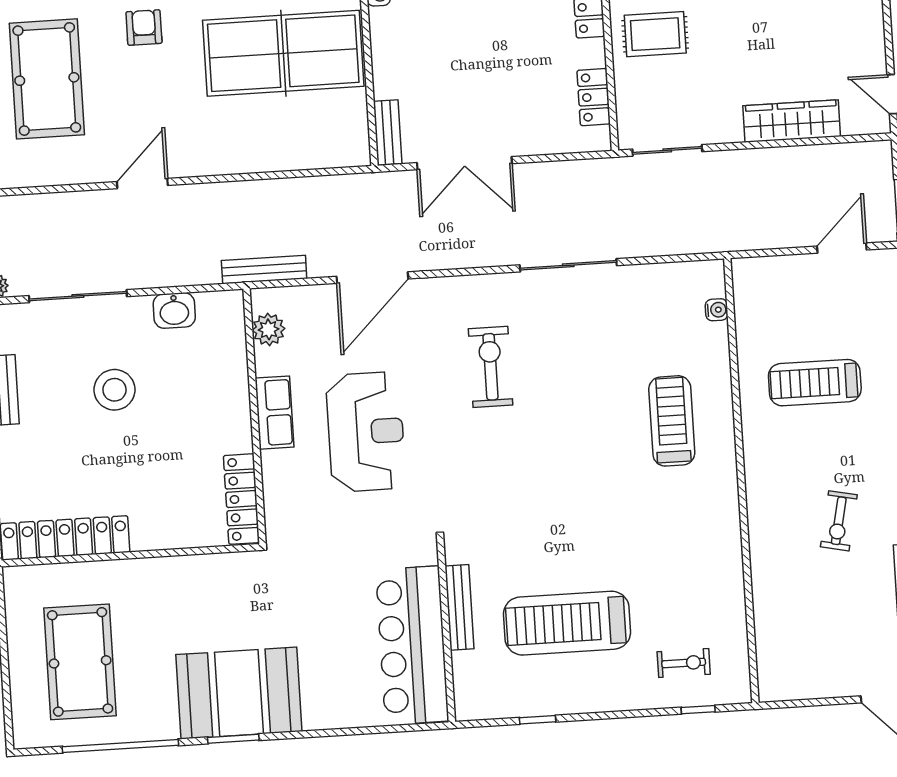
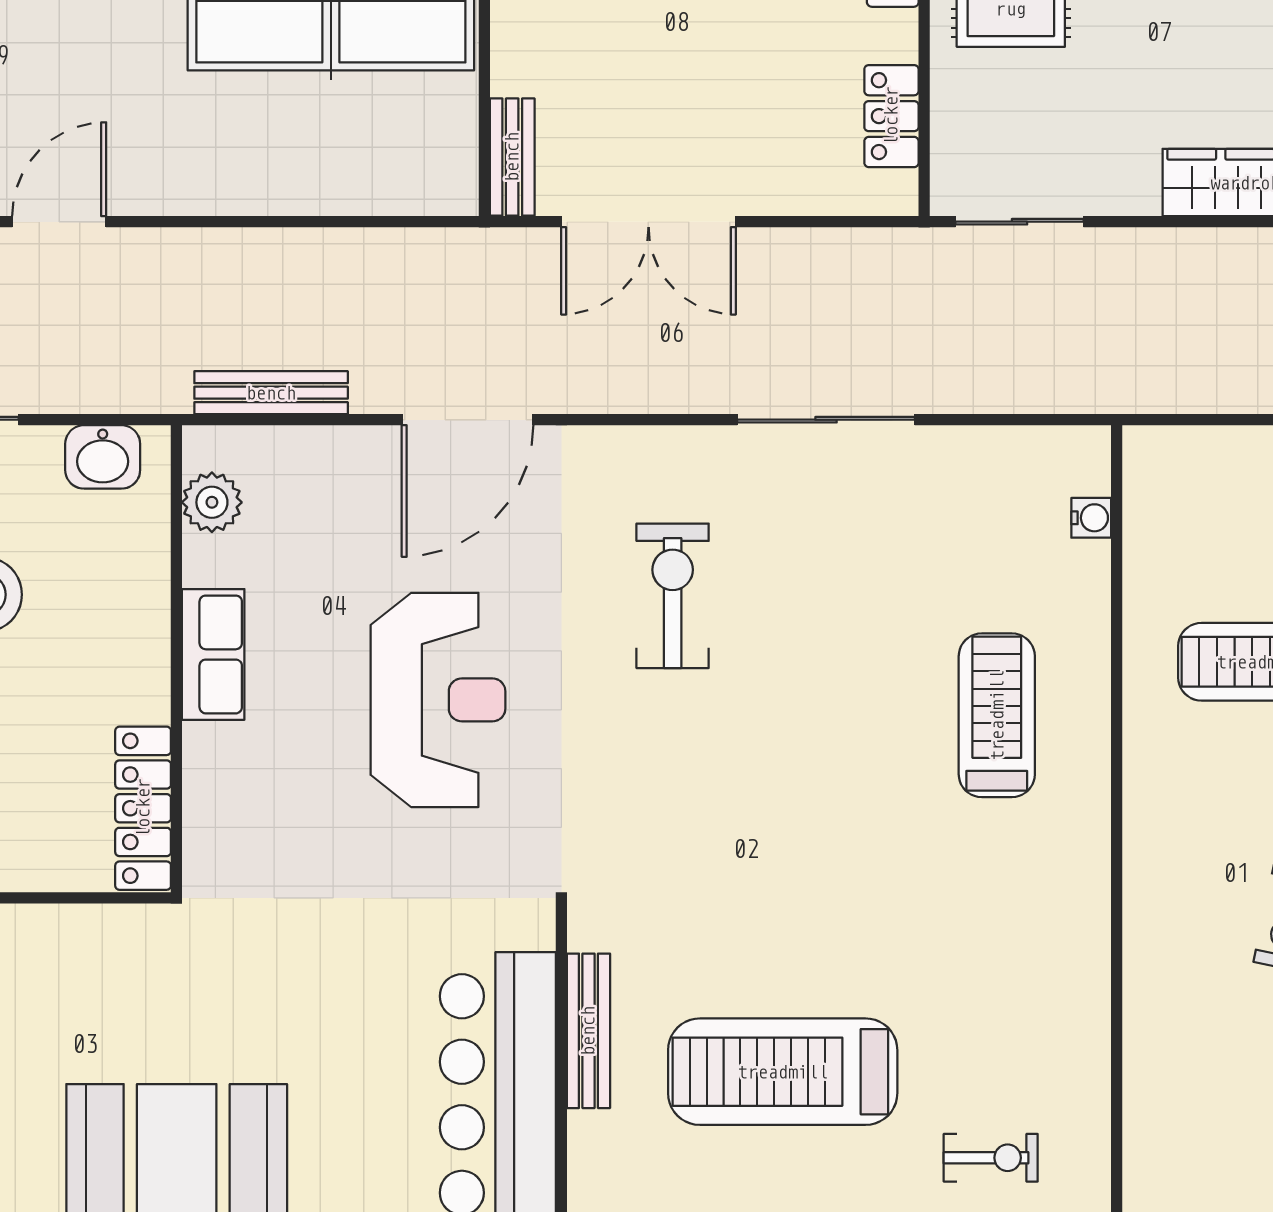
plant: (269, 329) -> (212, 502), moved
row of seats: (274, 413) -> (213, 654), moved
wall: (255, 416) -> (176, 659), moved
locker: (241, 499) -> (143, 808), moved

